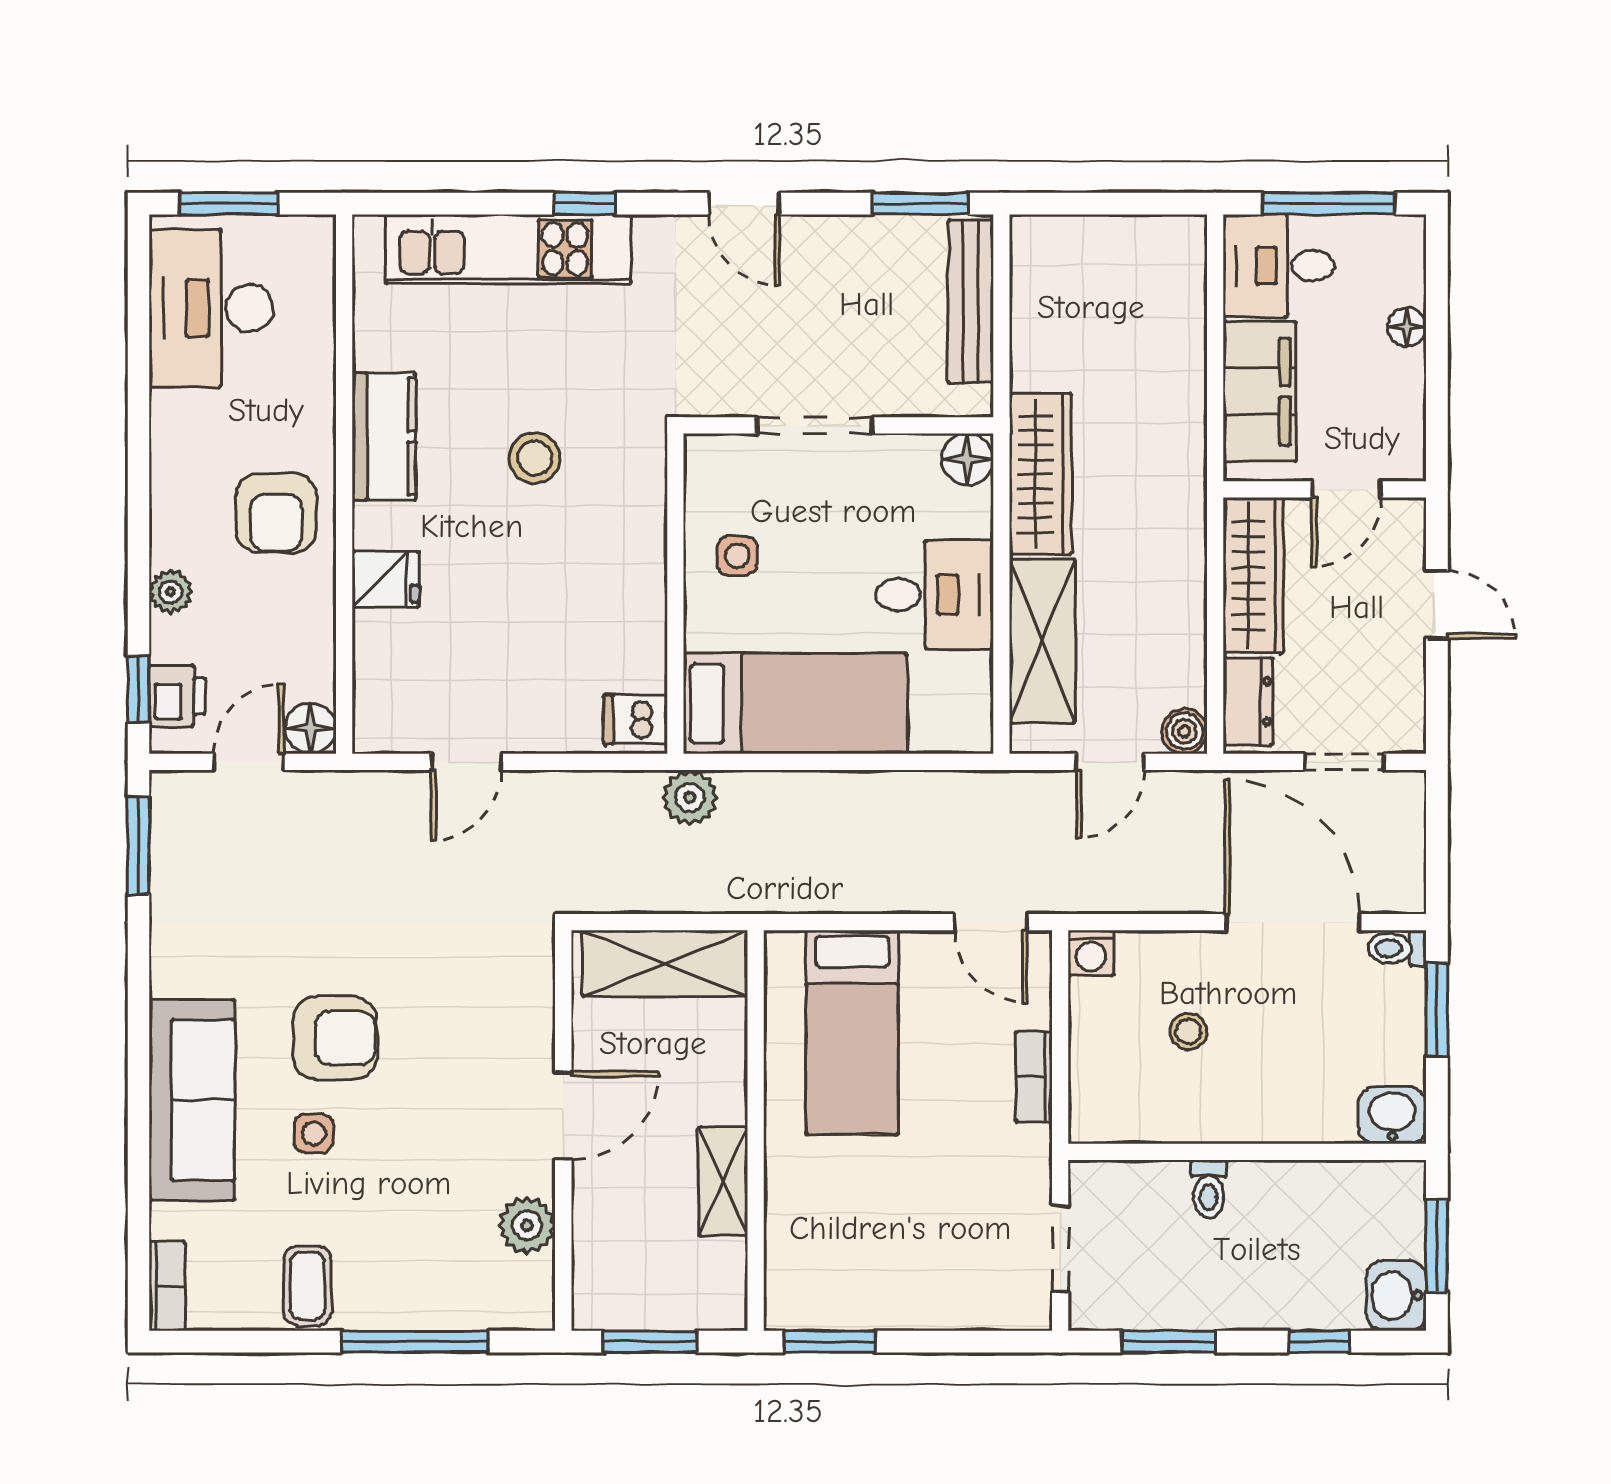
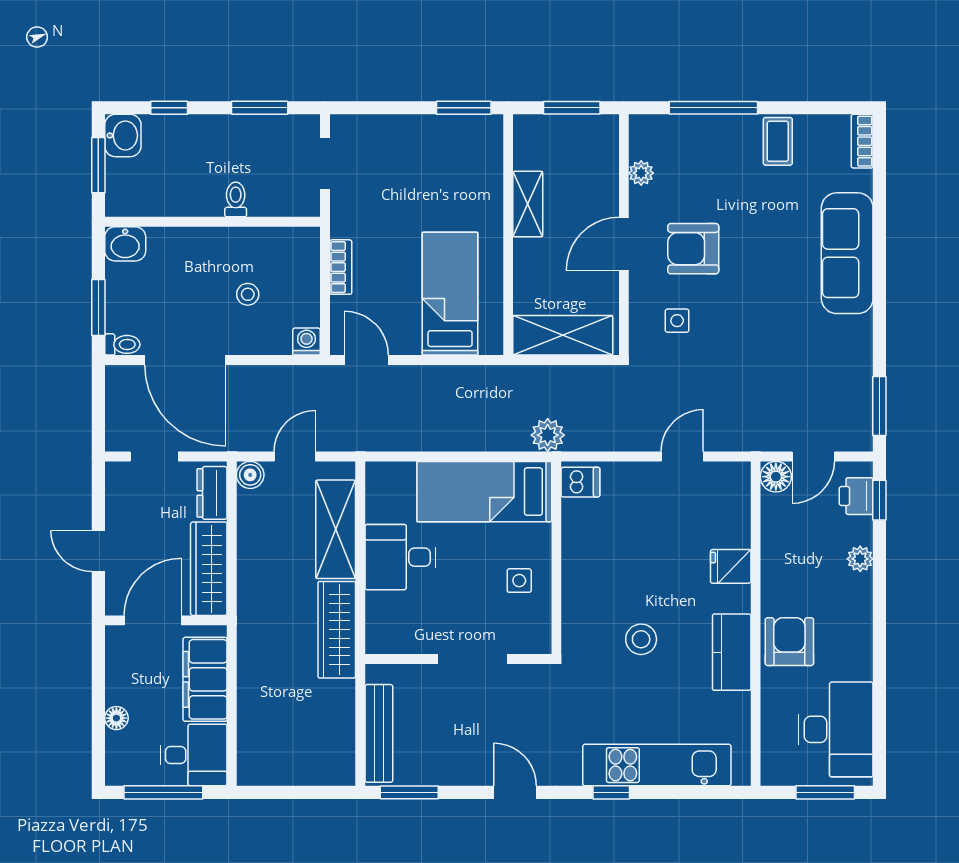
floor lamp: (967, 459) -> (381, 638), removed
door: (1346, 489) -> (153, 620), width x1.38
armchair: (276, 513) -> (789, 642), moved
armchair: (335, 1038) -> (693, 249), moved
side table: (314, 1133) -> (677, 321), moved
plant: (527, 1225) -> (641, 173), width x0.73, depth x0.73

